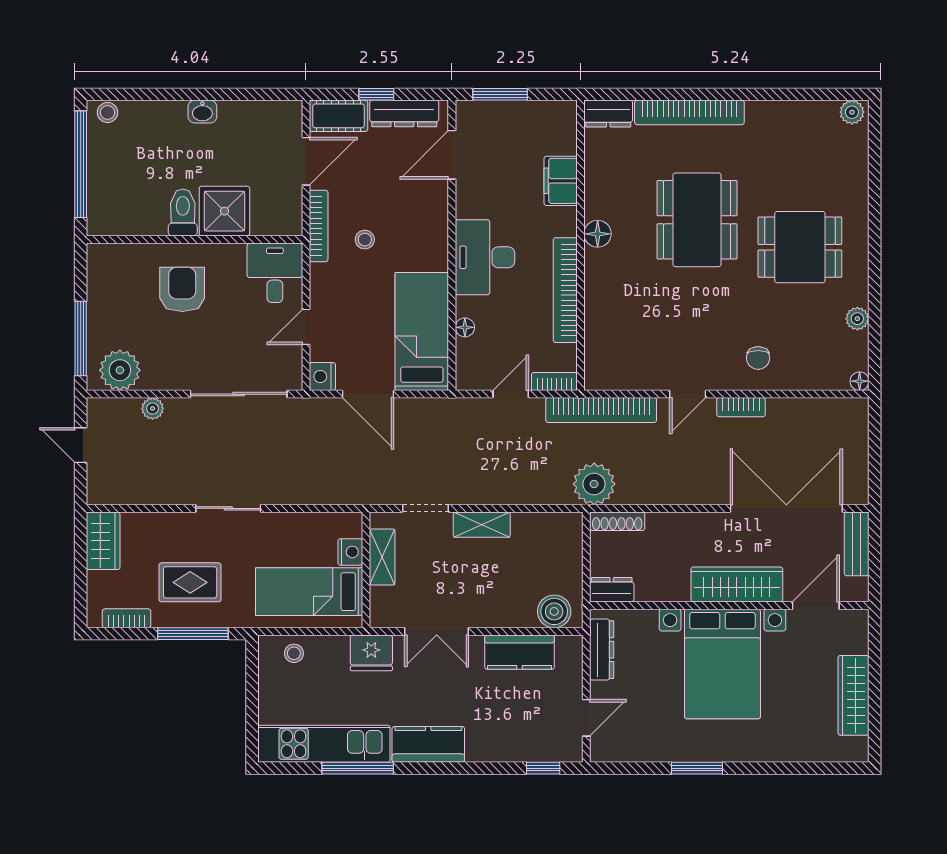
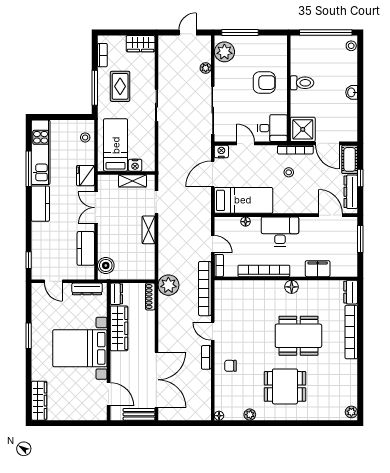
shower: (224, 211) -> (303, 129), moved
dining table: (800, 247) -> (285, 386), turned 90
wardrobe: (737, 585) -> (119, 328), moved
wardrobe: (853, 695) -> (39, 401), moved, turned 90

